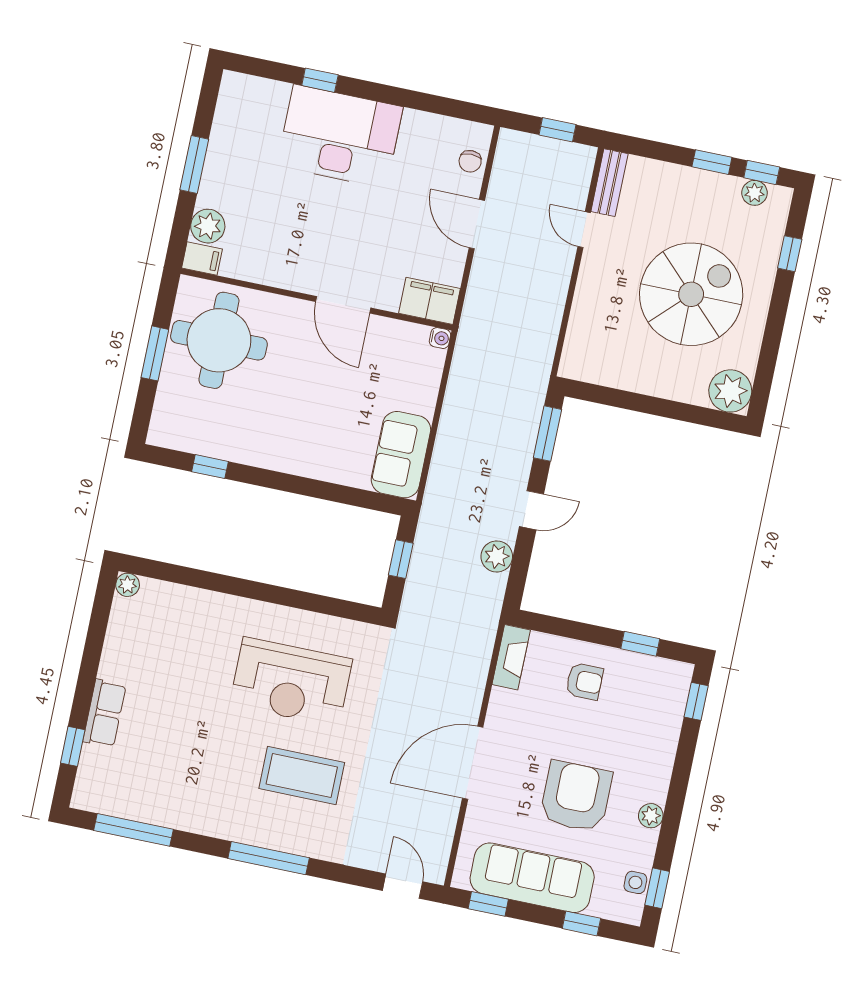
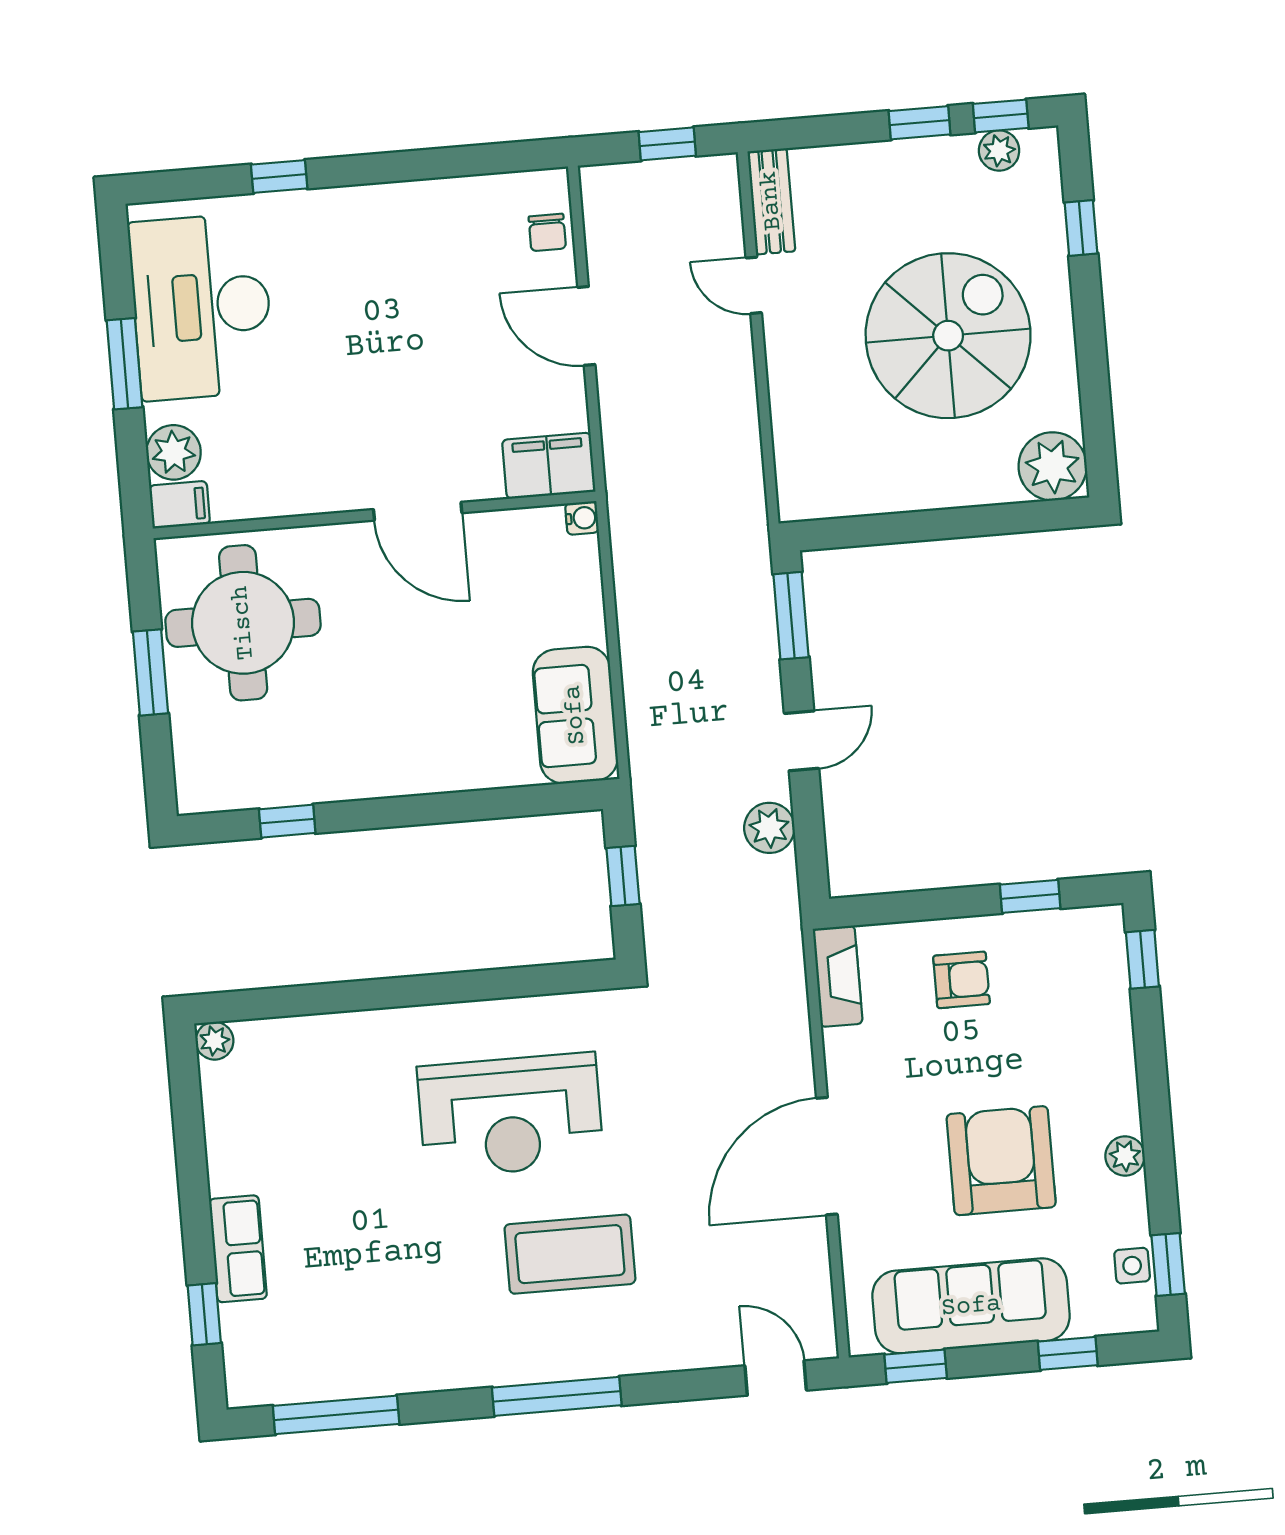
desk: (340, 136) -> (202, 307), moved, turned -90

